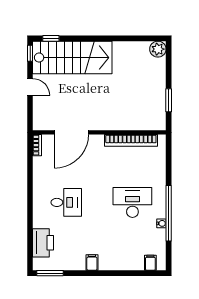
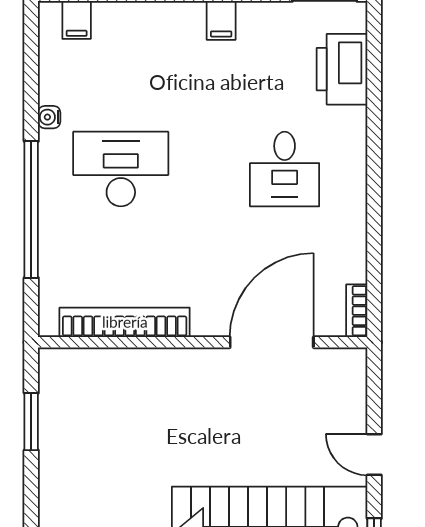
desk: (66, 202) -> (285, 169), turned -90
desk: (132, 202) -> (121, 169), turned 180
window: (169, 213) -> (31, 210), moved

